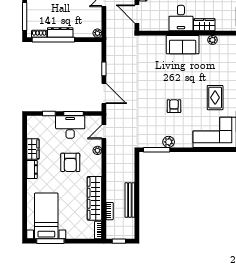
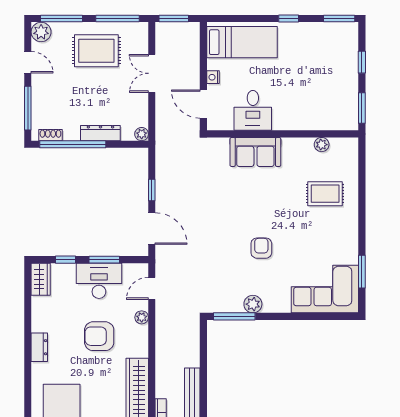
desk: (181, 18) -> (253, 110), moved
wardrobe: (204, 25) -> (309, 121), removed
dresser: (60, 33) -> (100, 133), moved
sofa: (183, 45) -> (255, 152), moved
rug: (215, 98) -> (325, 194), moved, turned 90
wardrobe: (33, 149) -> (41, 279), moved
armchair: (70, 162) -> (99, 336), turned 90

